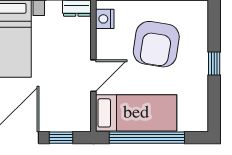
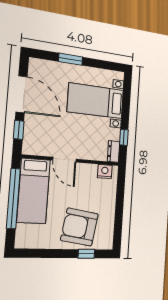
armchair: (156, 44) -> (80, 227), moved
window: (214, 63) -> (86, 254), moved

